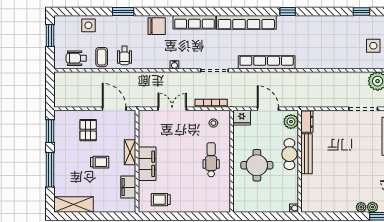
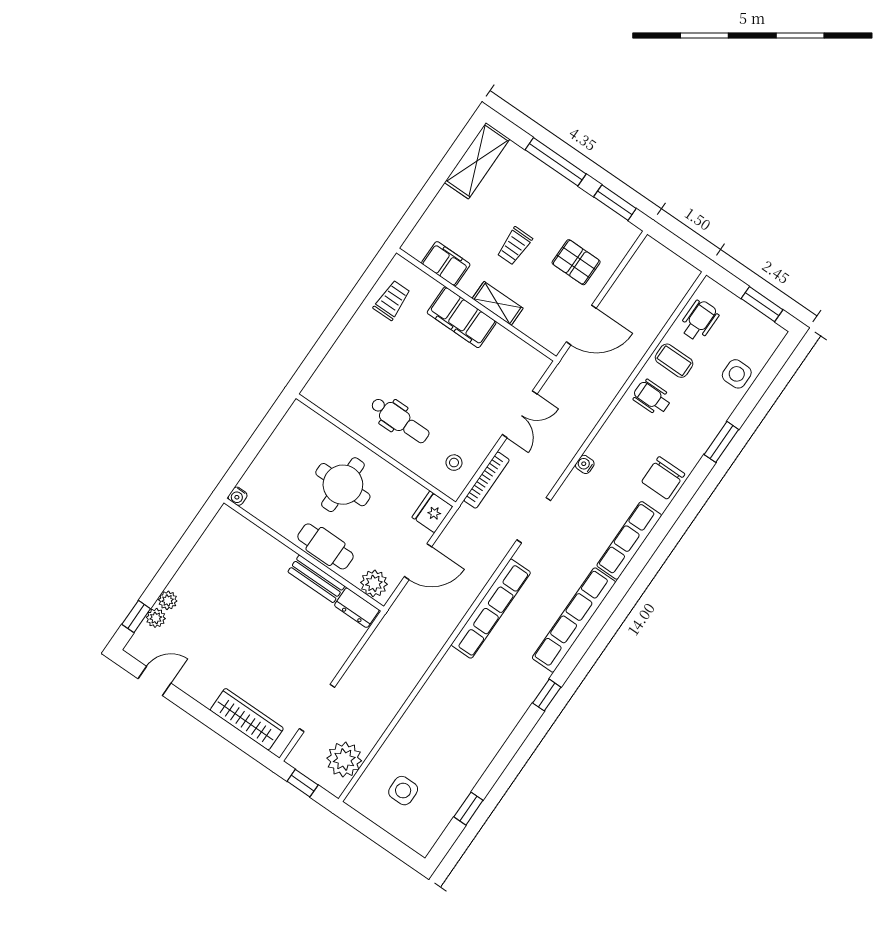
bench: (306, 154) -> (316, 579), width x0.73

